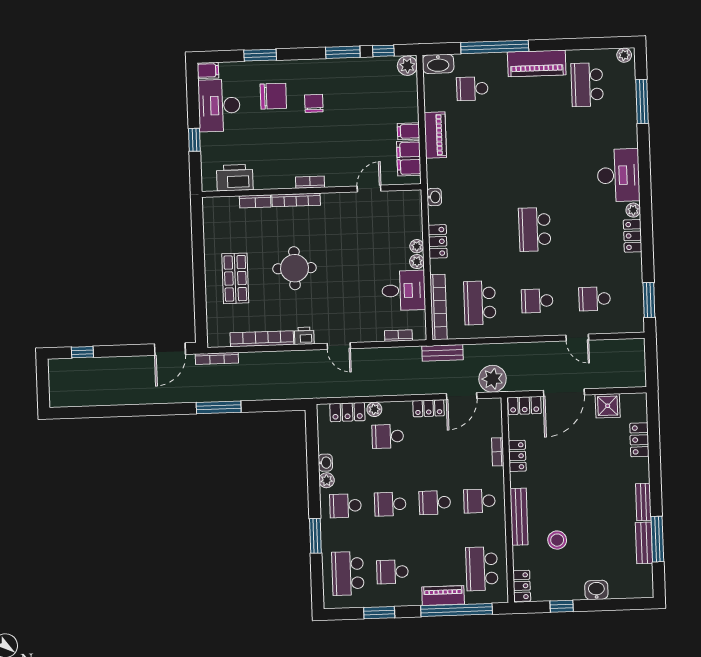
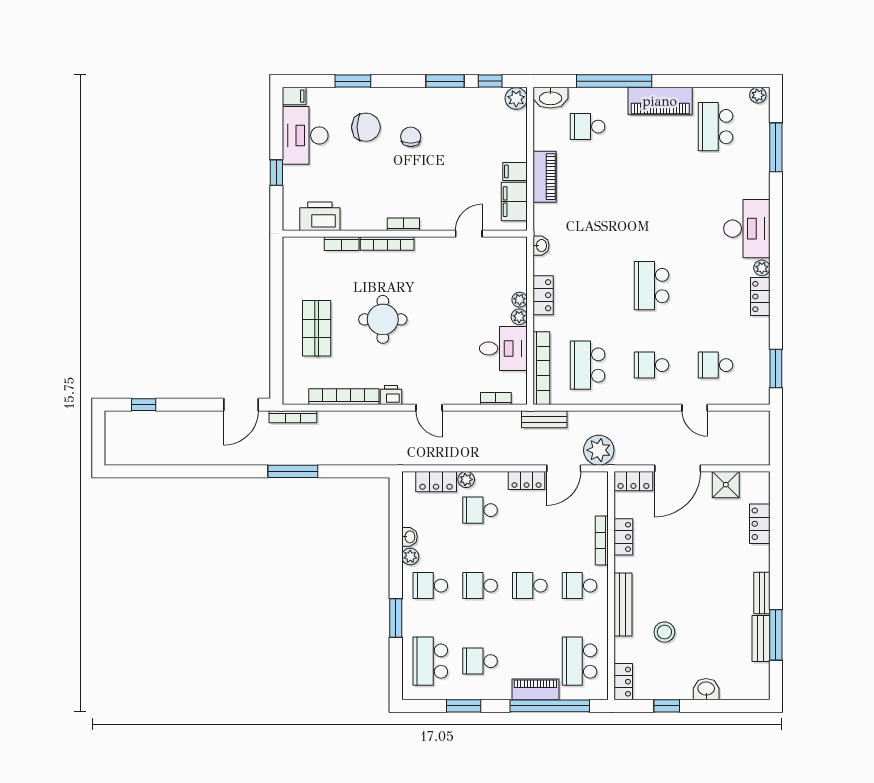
bookcase: (498, 452) -> (602, 540), width x1.56

